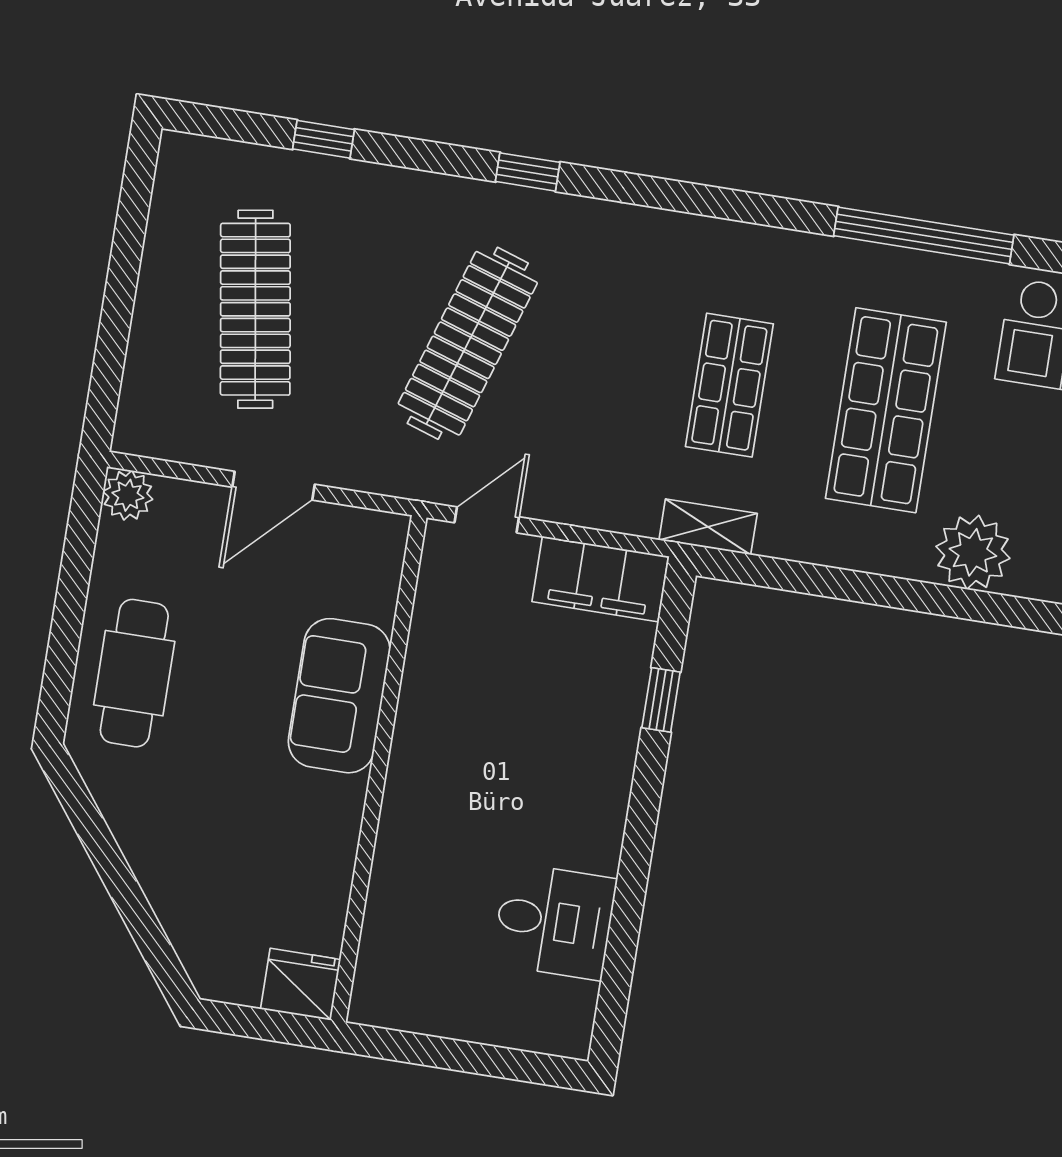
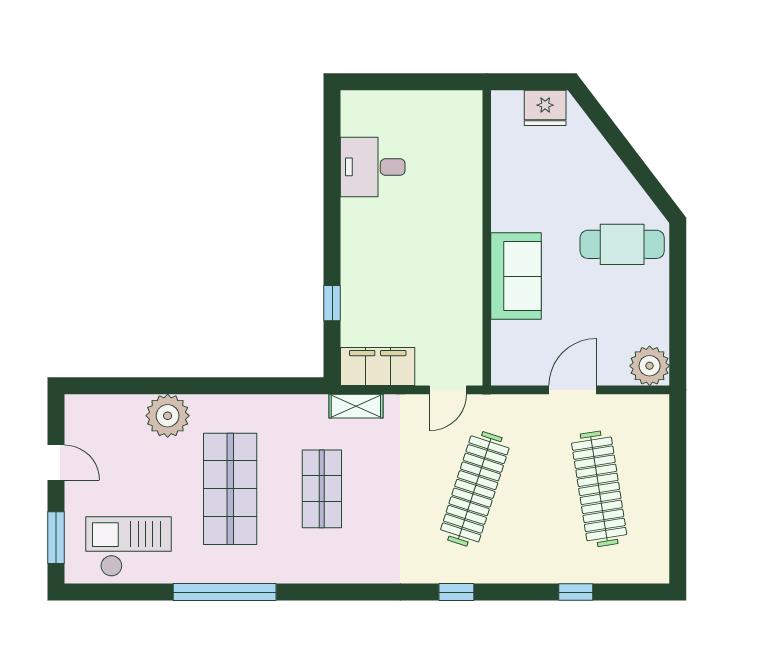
plant: (128, 495) -> (650, 366), width x1.36, depth x1.36
shelving: (708, 527) -> (356, 406), moved
cafe table: (134, 673) -> (622, 244), moved, turned 90
fridge: (301, 984) -> (545, 108), moved

